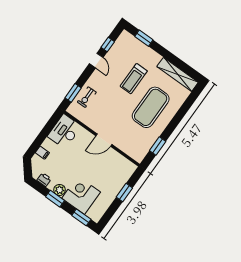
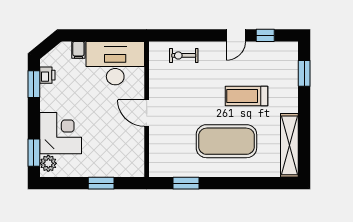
window: (73, 93) -> (177, 35), removed
desk: (64, 131) -> (115, 63), width x1.36, depth x1.30
plant: (60, 190) -> (48, 163), moved
window: (55, 199) -> (34, 84), moved

